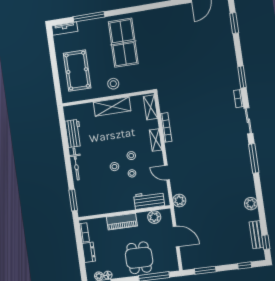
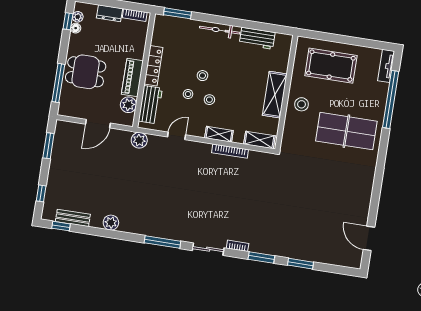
window: (89, 17) -> (391, 99), width x1.46
window: (234, 23) -> (301, 264), moved
locker: (118, 207) -> (153, 66), added
piano: (122, 222) -> (132, 78), moved

